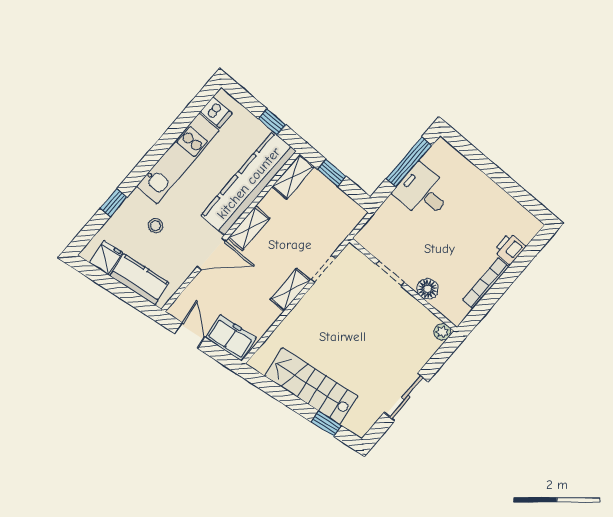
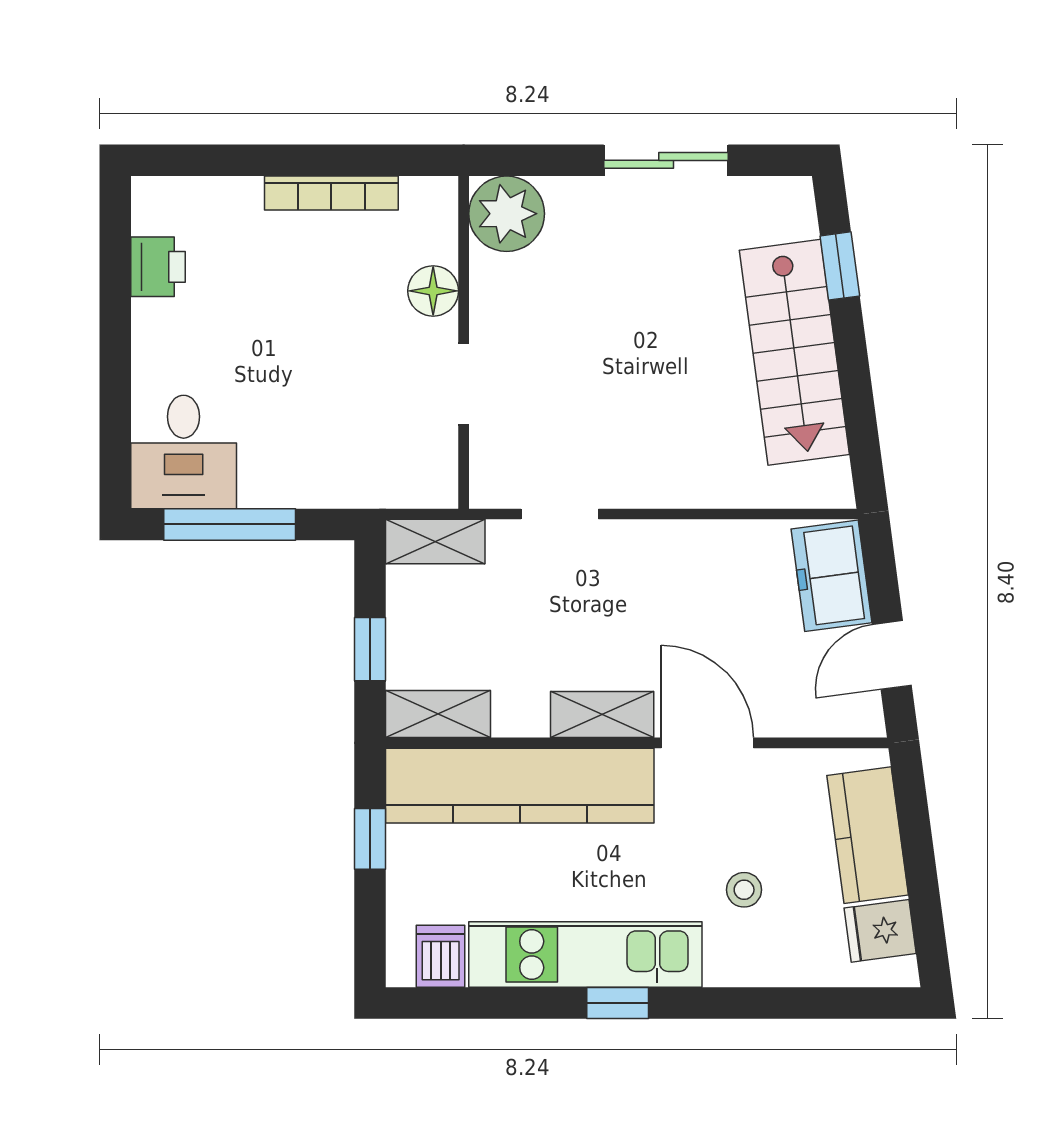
desk: (423, 192) -> (184, 452), moved
window: (114, 203) -> (618, 1003), moved
printer: (510, 249) -> (158, 267), moved, turned -90
shelving: (290, 290) -> (435, 542), moved
plant: (442, 332) -> (507, 214), width x1.87, depth x1.87

